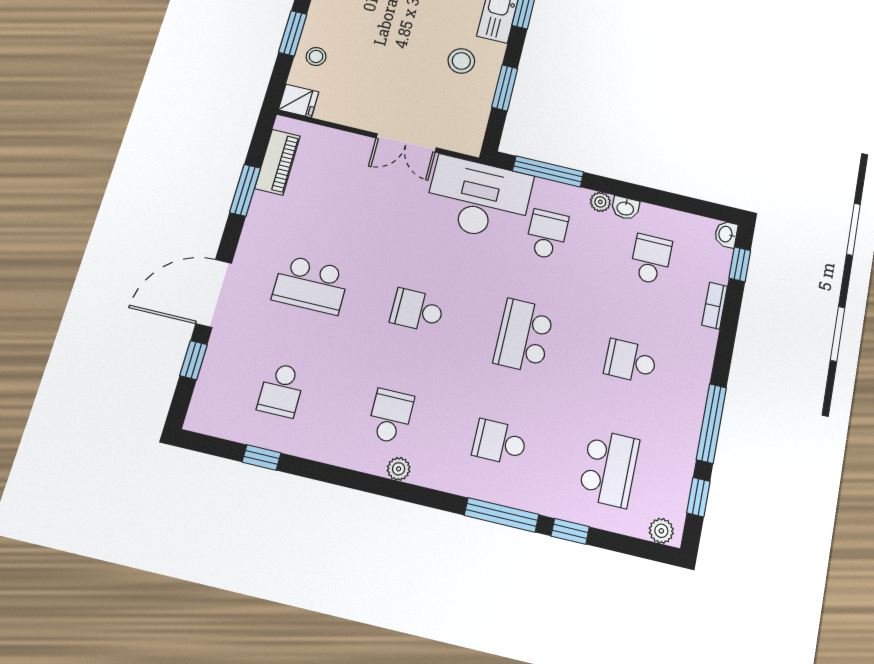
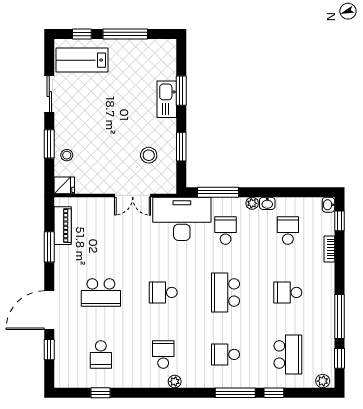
stool: (461, 61) -> (149, 155), moved

